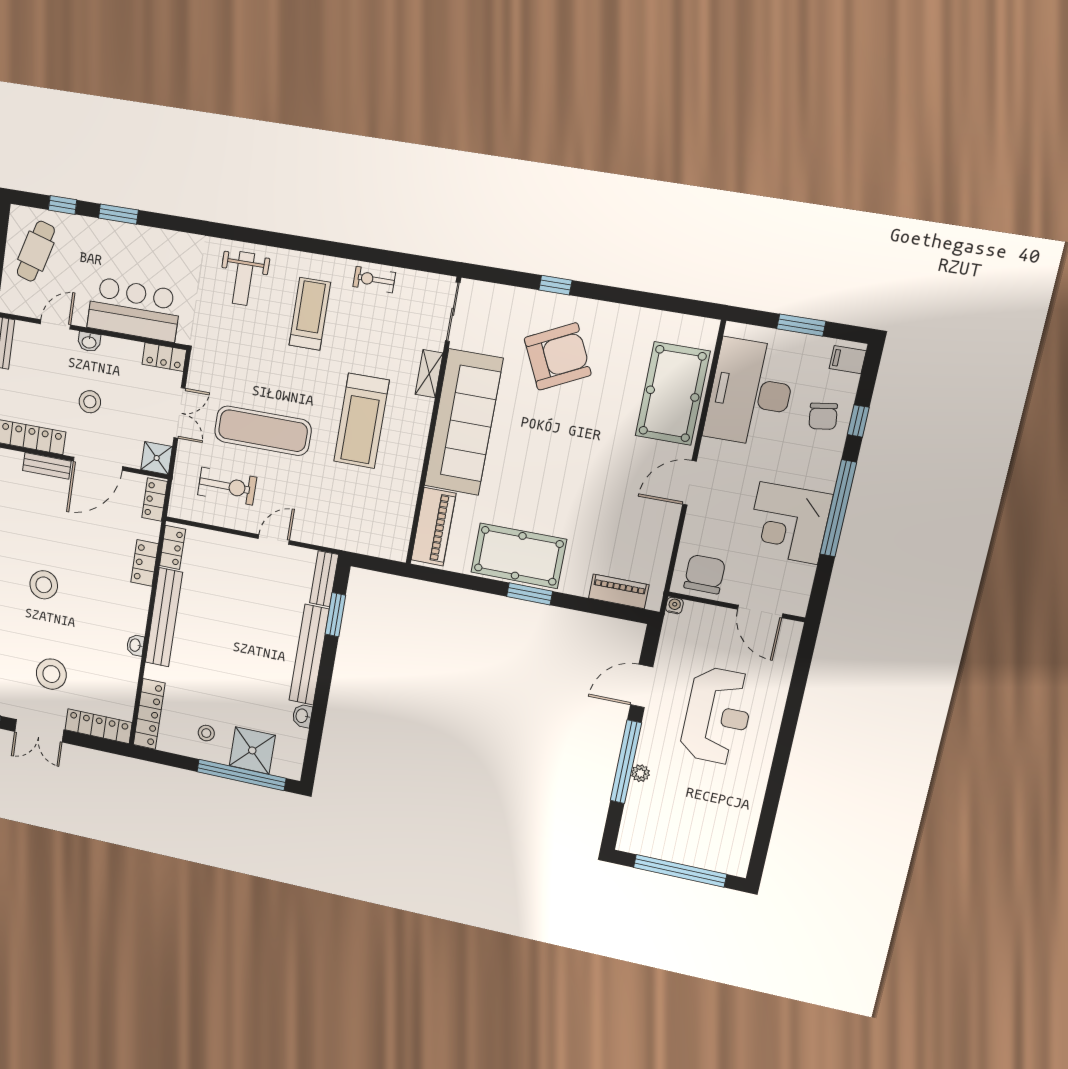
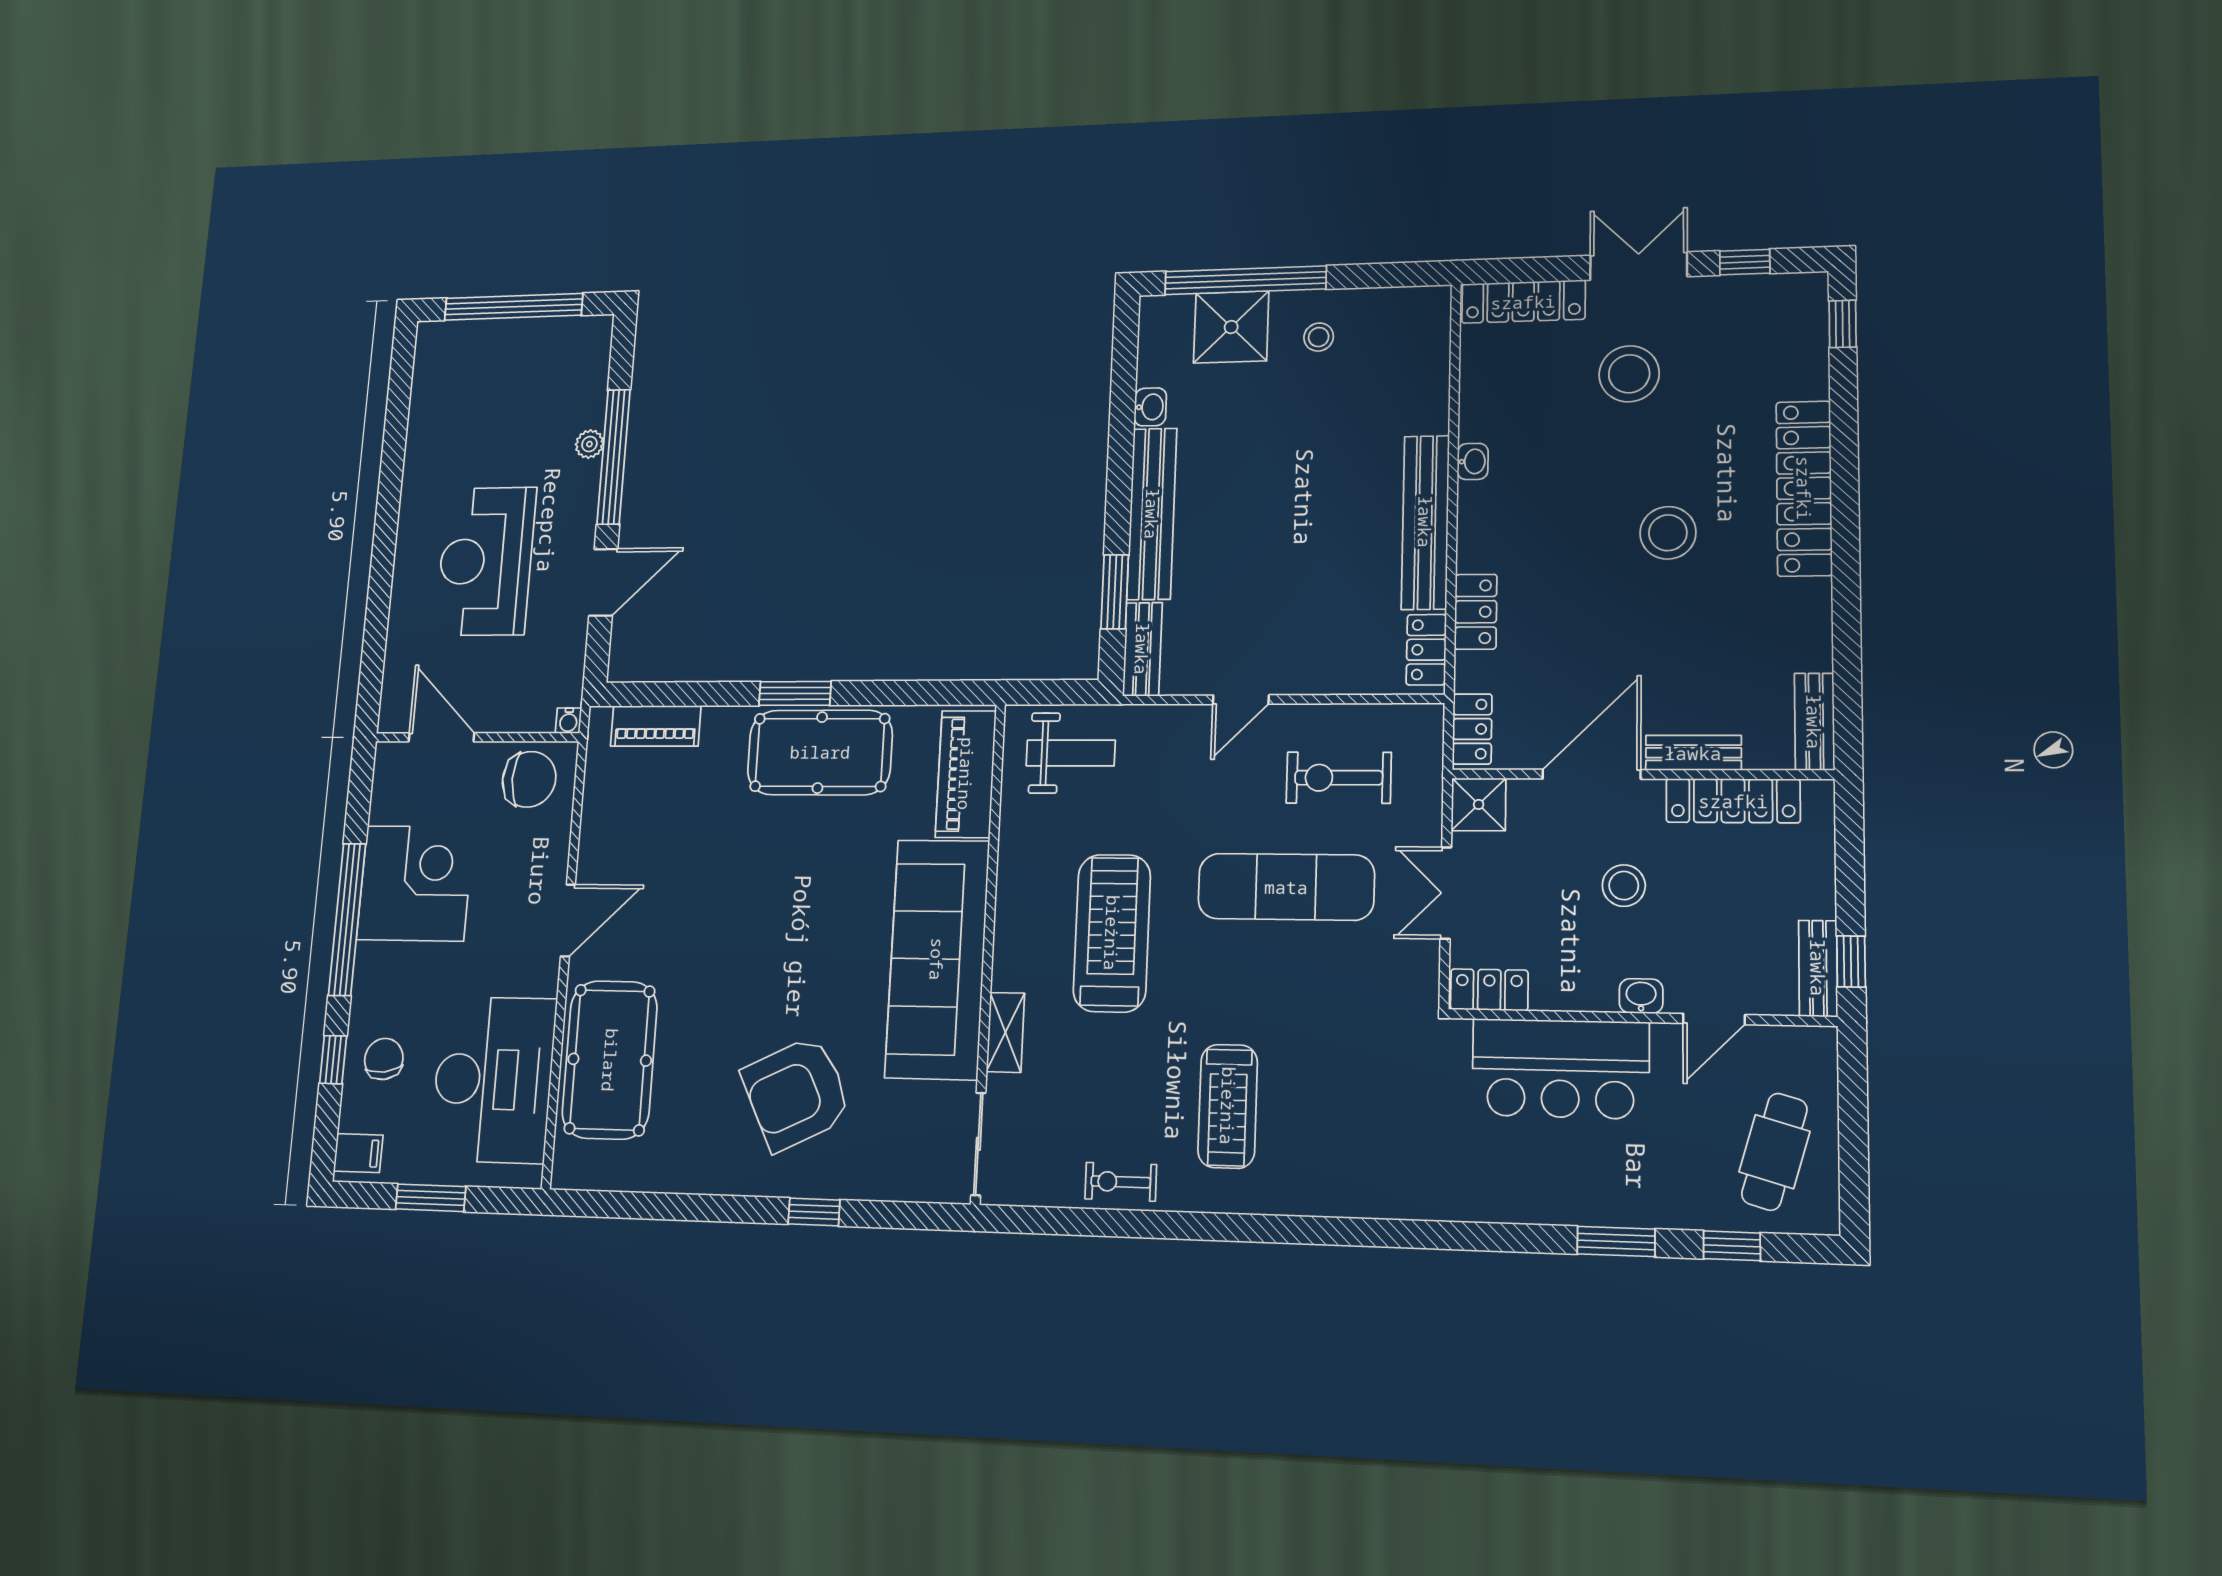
weight bench: (243, 279) -> (1071, 753), moved, turned 90
exercise bike: (374, 280) -> (1121, 1182), turned 180
chair: (705, 574) -> (529, 779), turned -90
locker: (149, 714) -> (1430, 346), removed

